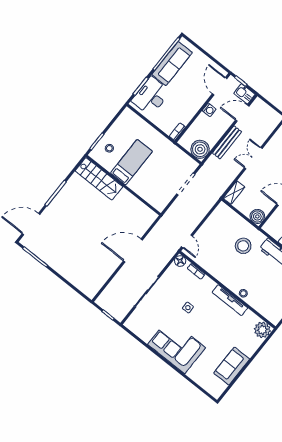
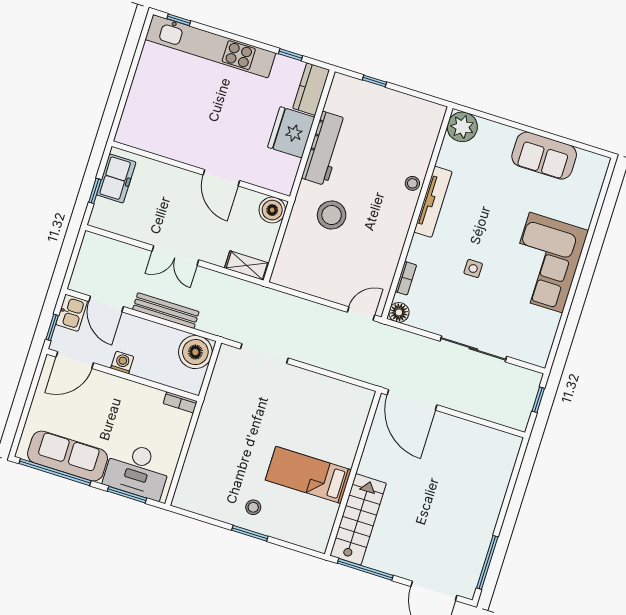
bed: (131, 162) -> (308, 475), moved
stairs: (99, 179) -> (358, 519), moved
wall: (123, 185) -> (353, 473), moved

